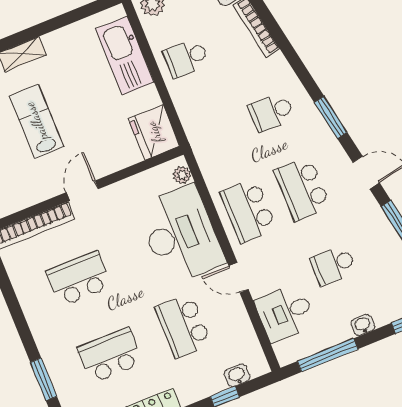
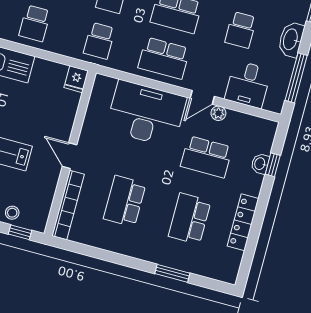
fridge: (154, 132) -> (76, 79), width x0.53, depth x0.75
school desk: (217, 134) -> (99, 41), added
plant: (182, 175) -> (218, 113), moved
washbasin: (363, 325) -> (291, 39), width x1.91, depth x1.45
washbasin: (237, 375) -> (260, 164), moved

